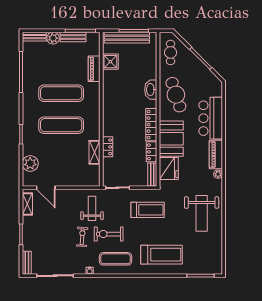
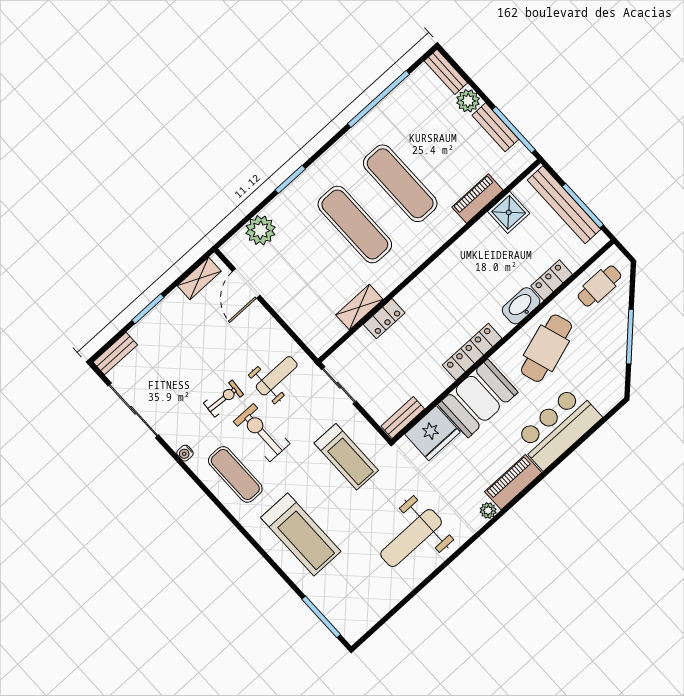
locker: (152, 152) -> (552, 280), moved

